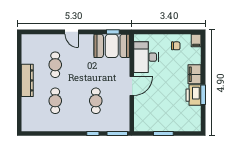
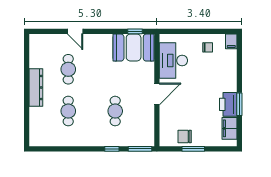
door: (72, 32) -> (75, 31), moved
filing cabinet: (195, 74) -> (229, 128), moved
chair: (156, 123) -> (185, 137), added

